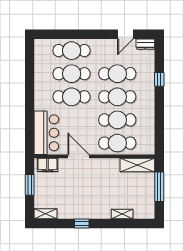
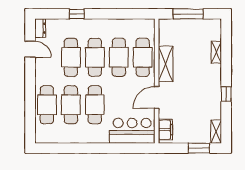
shelving: (137, 165) -> (166, 64), moved
window: (30, 185) -> (199, 148), moved

